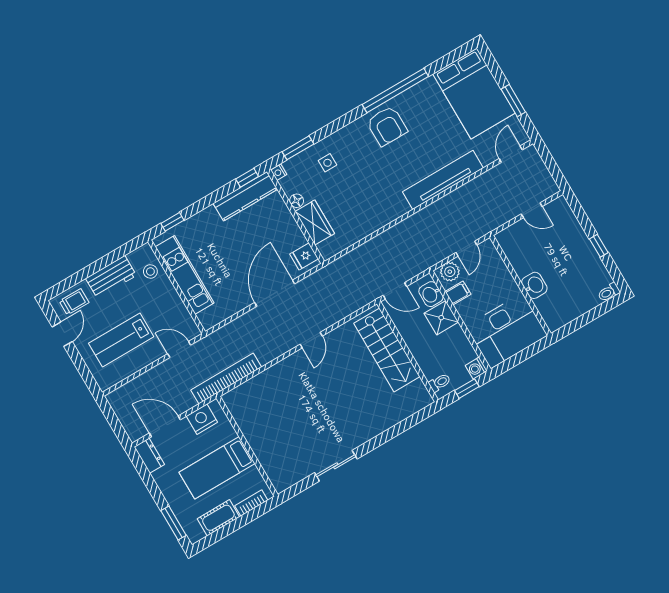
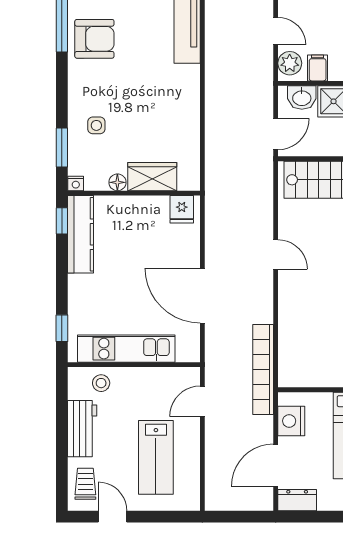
door: (275, 293) -> (202, 296), moved

